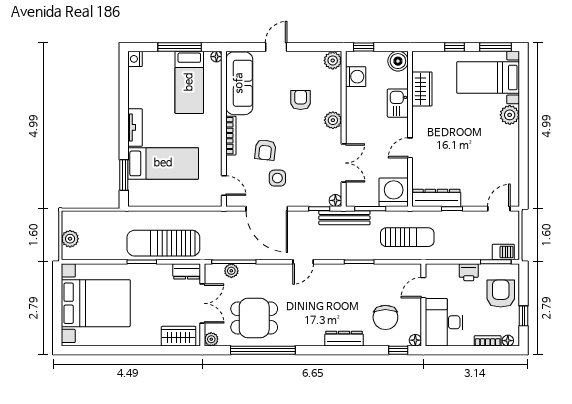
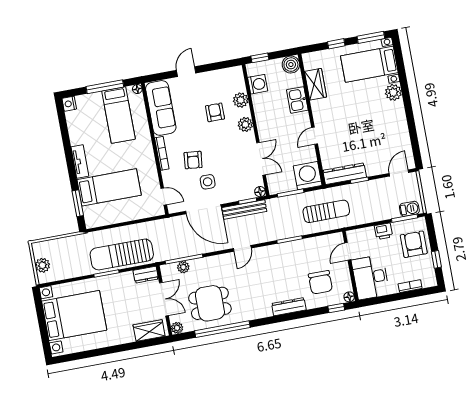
plant: (333, 60) -> (241, 100), moved
bench: (344, 218) -> (244, 210), moved
floor lamp: (508, 341) -> (427, 283), removed

